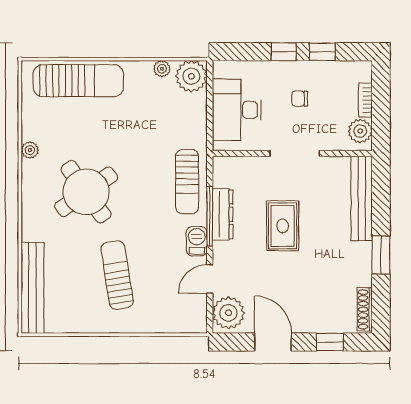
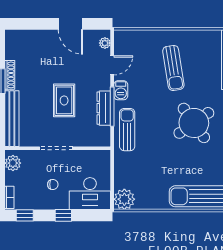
window: (322, 52) -> (25, 215), moved
plant: (162, 69) -> (144, 204), removed
bookcase: (365, 100) -> (9, 197), moved
desk: (237, 110) -> (90, 194), moved, turned 90
shoe rack: (365, 309) -> (10, 75), moved
plant: (228, 313) -> (105, 43), width x0.53, depth x0.53
window: (330, 342) -> (33, 24), removed

